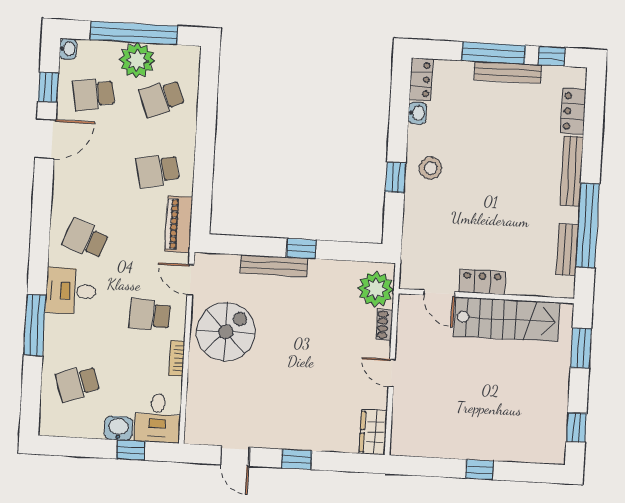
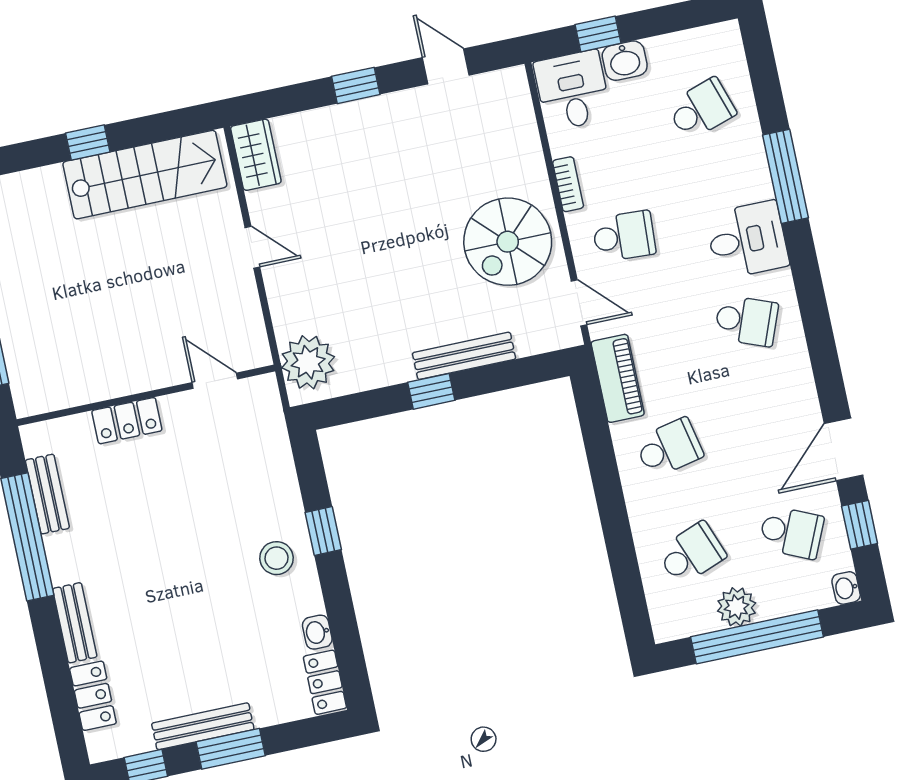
window: (494, 53) -> (231, 749), width x0.69
plant: (137, 60) -> (737, 607), width x0.73, depth x0.73
school desk: (94, 94) -> (791, 532), turned 33
bench: (572, 171) -> (75, 623), width x0.73
locker: (482, 282) -> (127, 421), moved
stairs: (507, 319) -> (145, 175), moved, turned 180
shoe rack: (385, 325) -> (281, 314), removed

